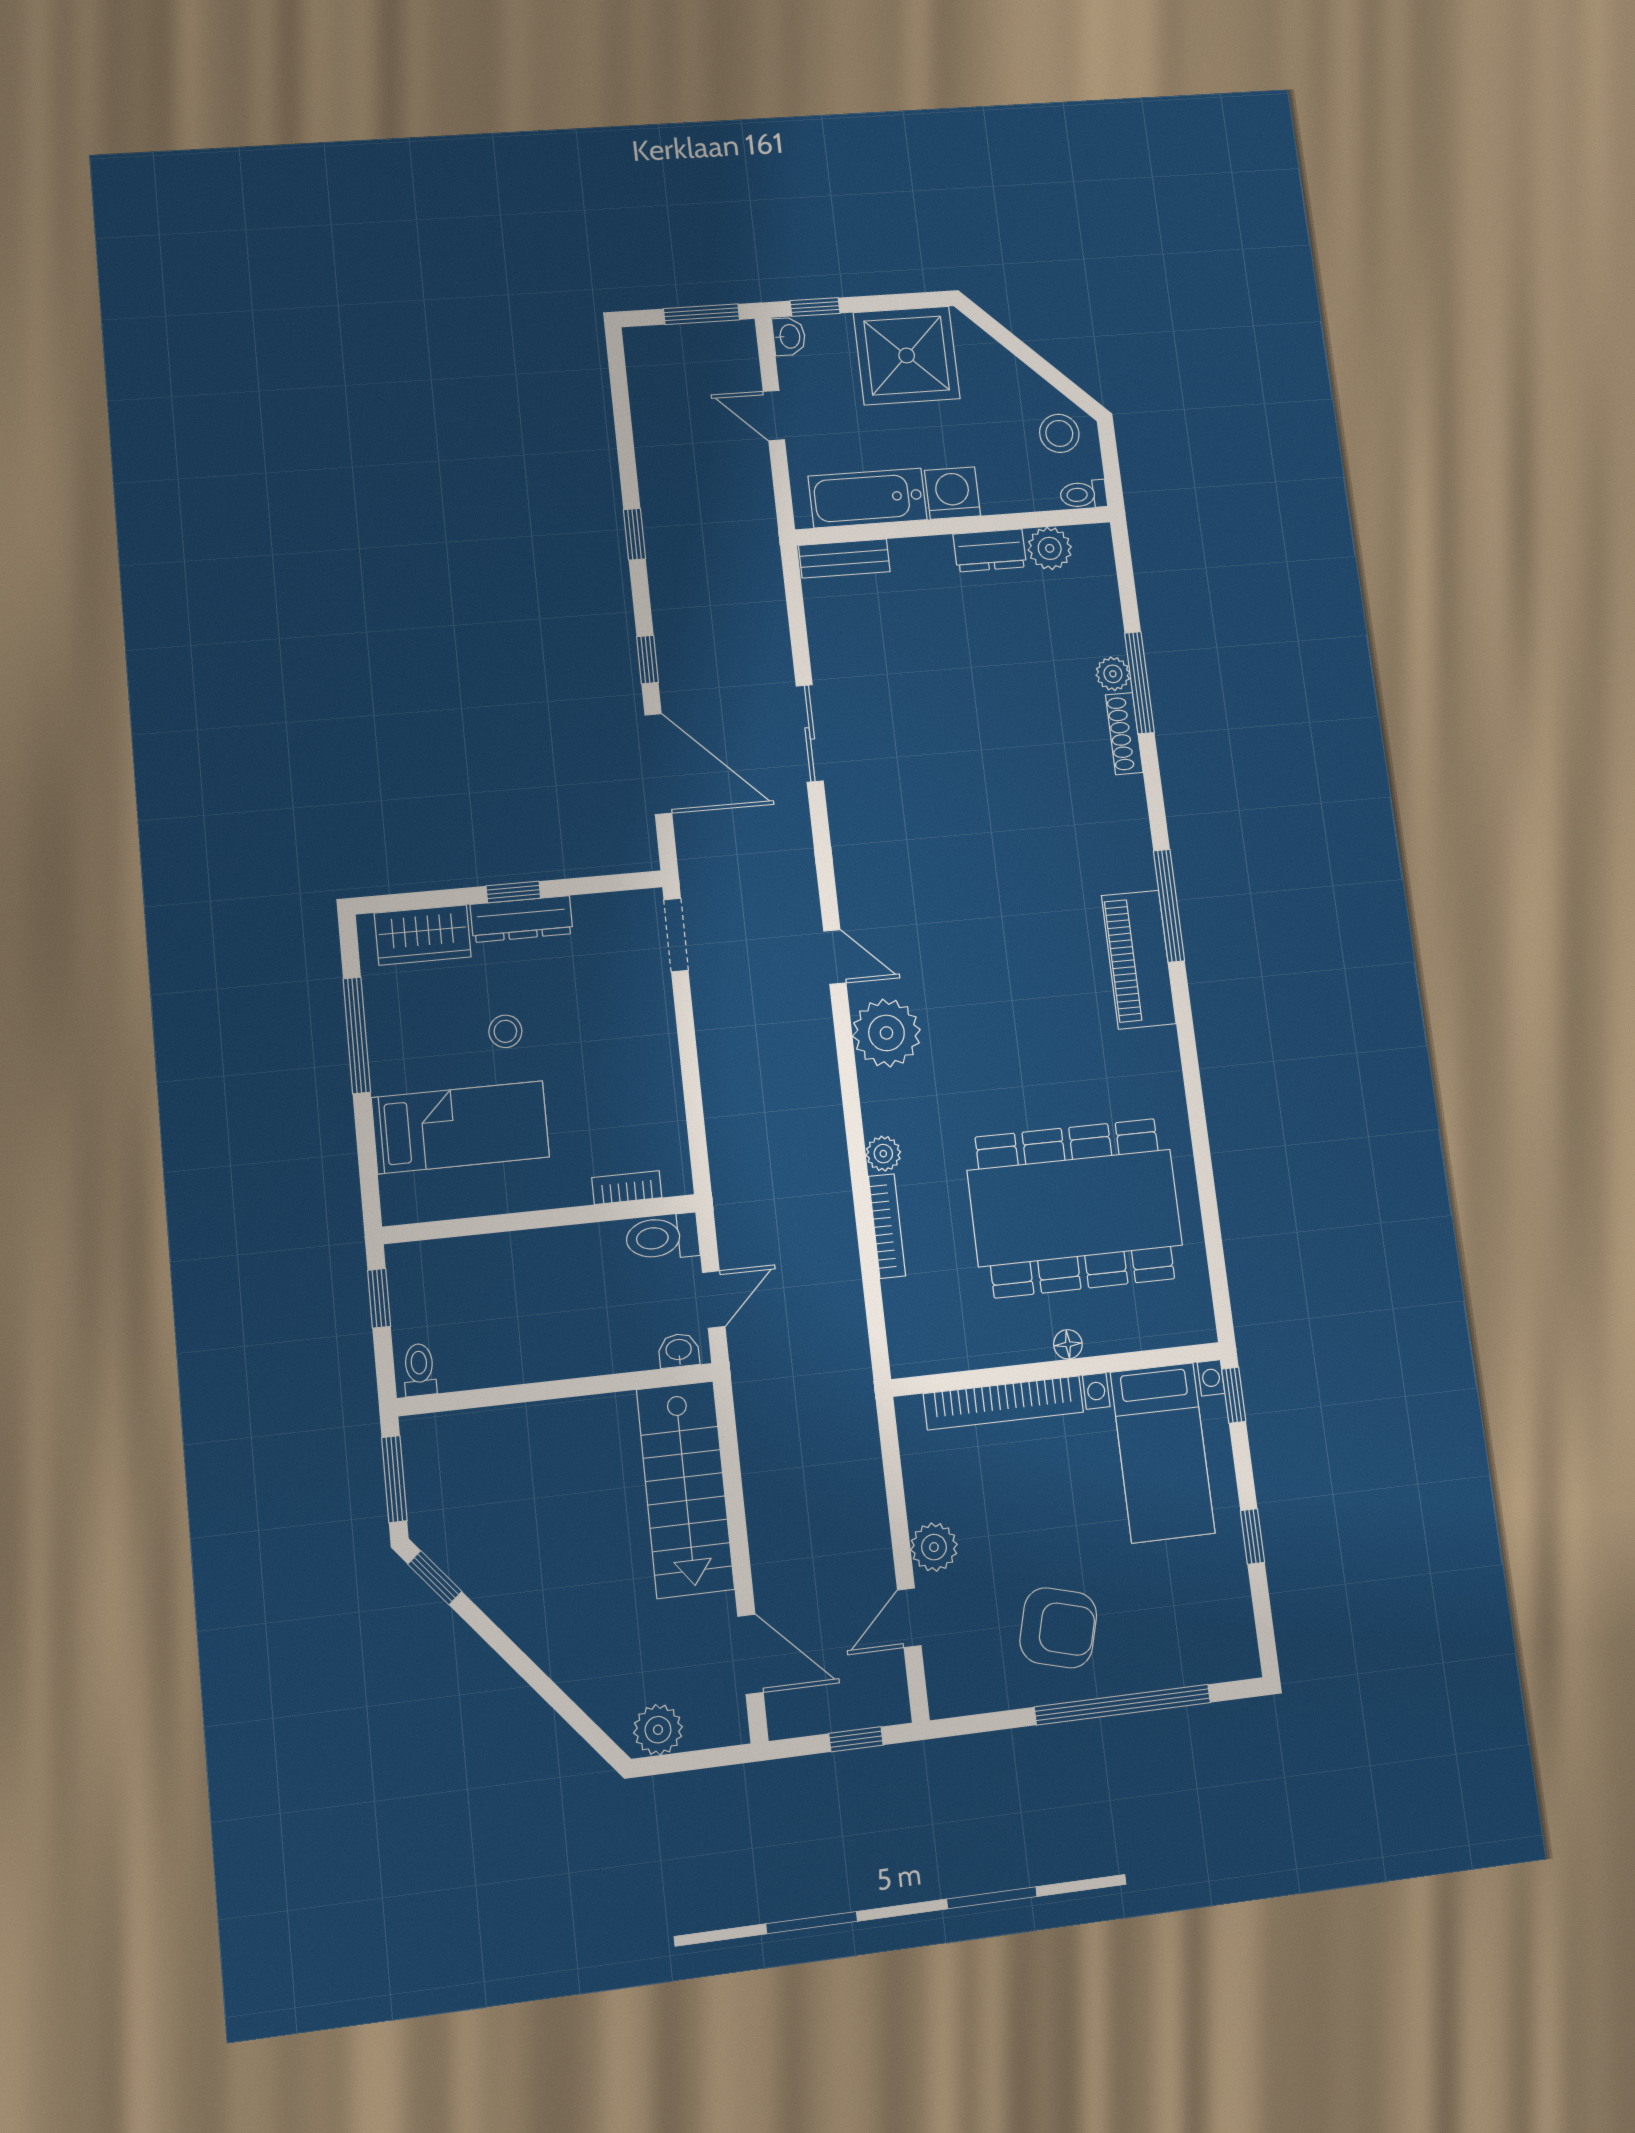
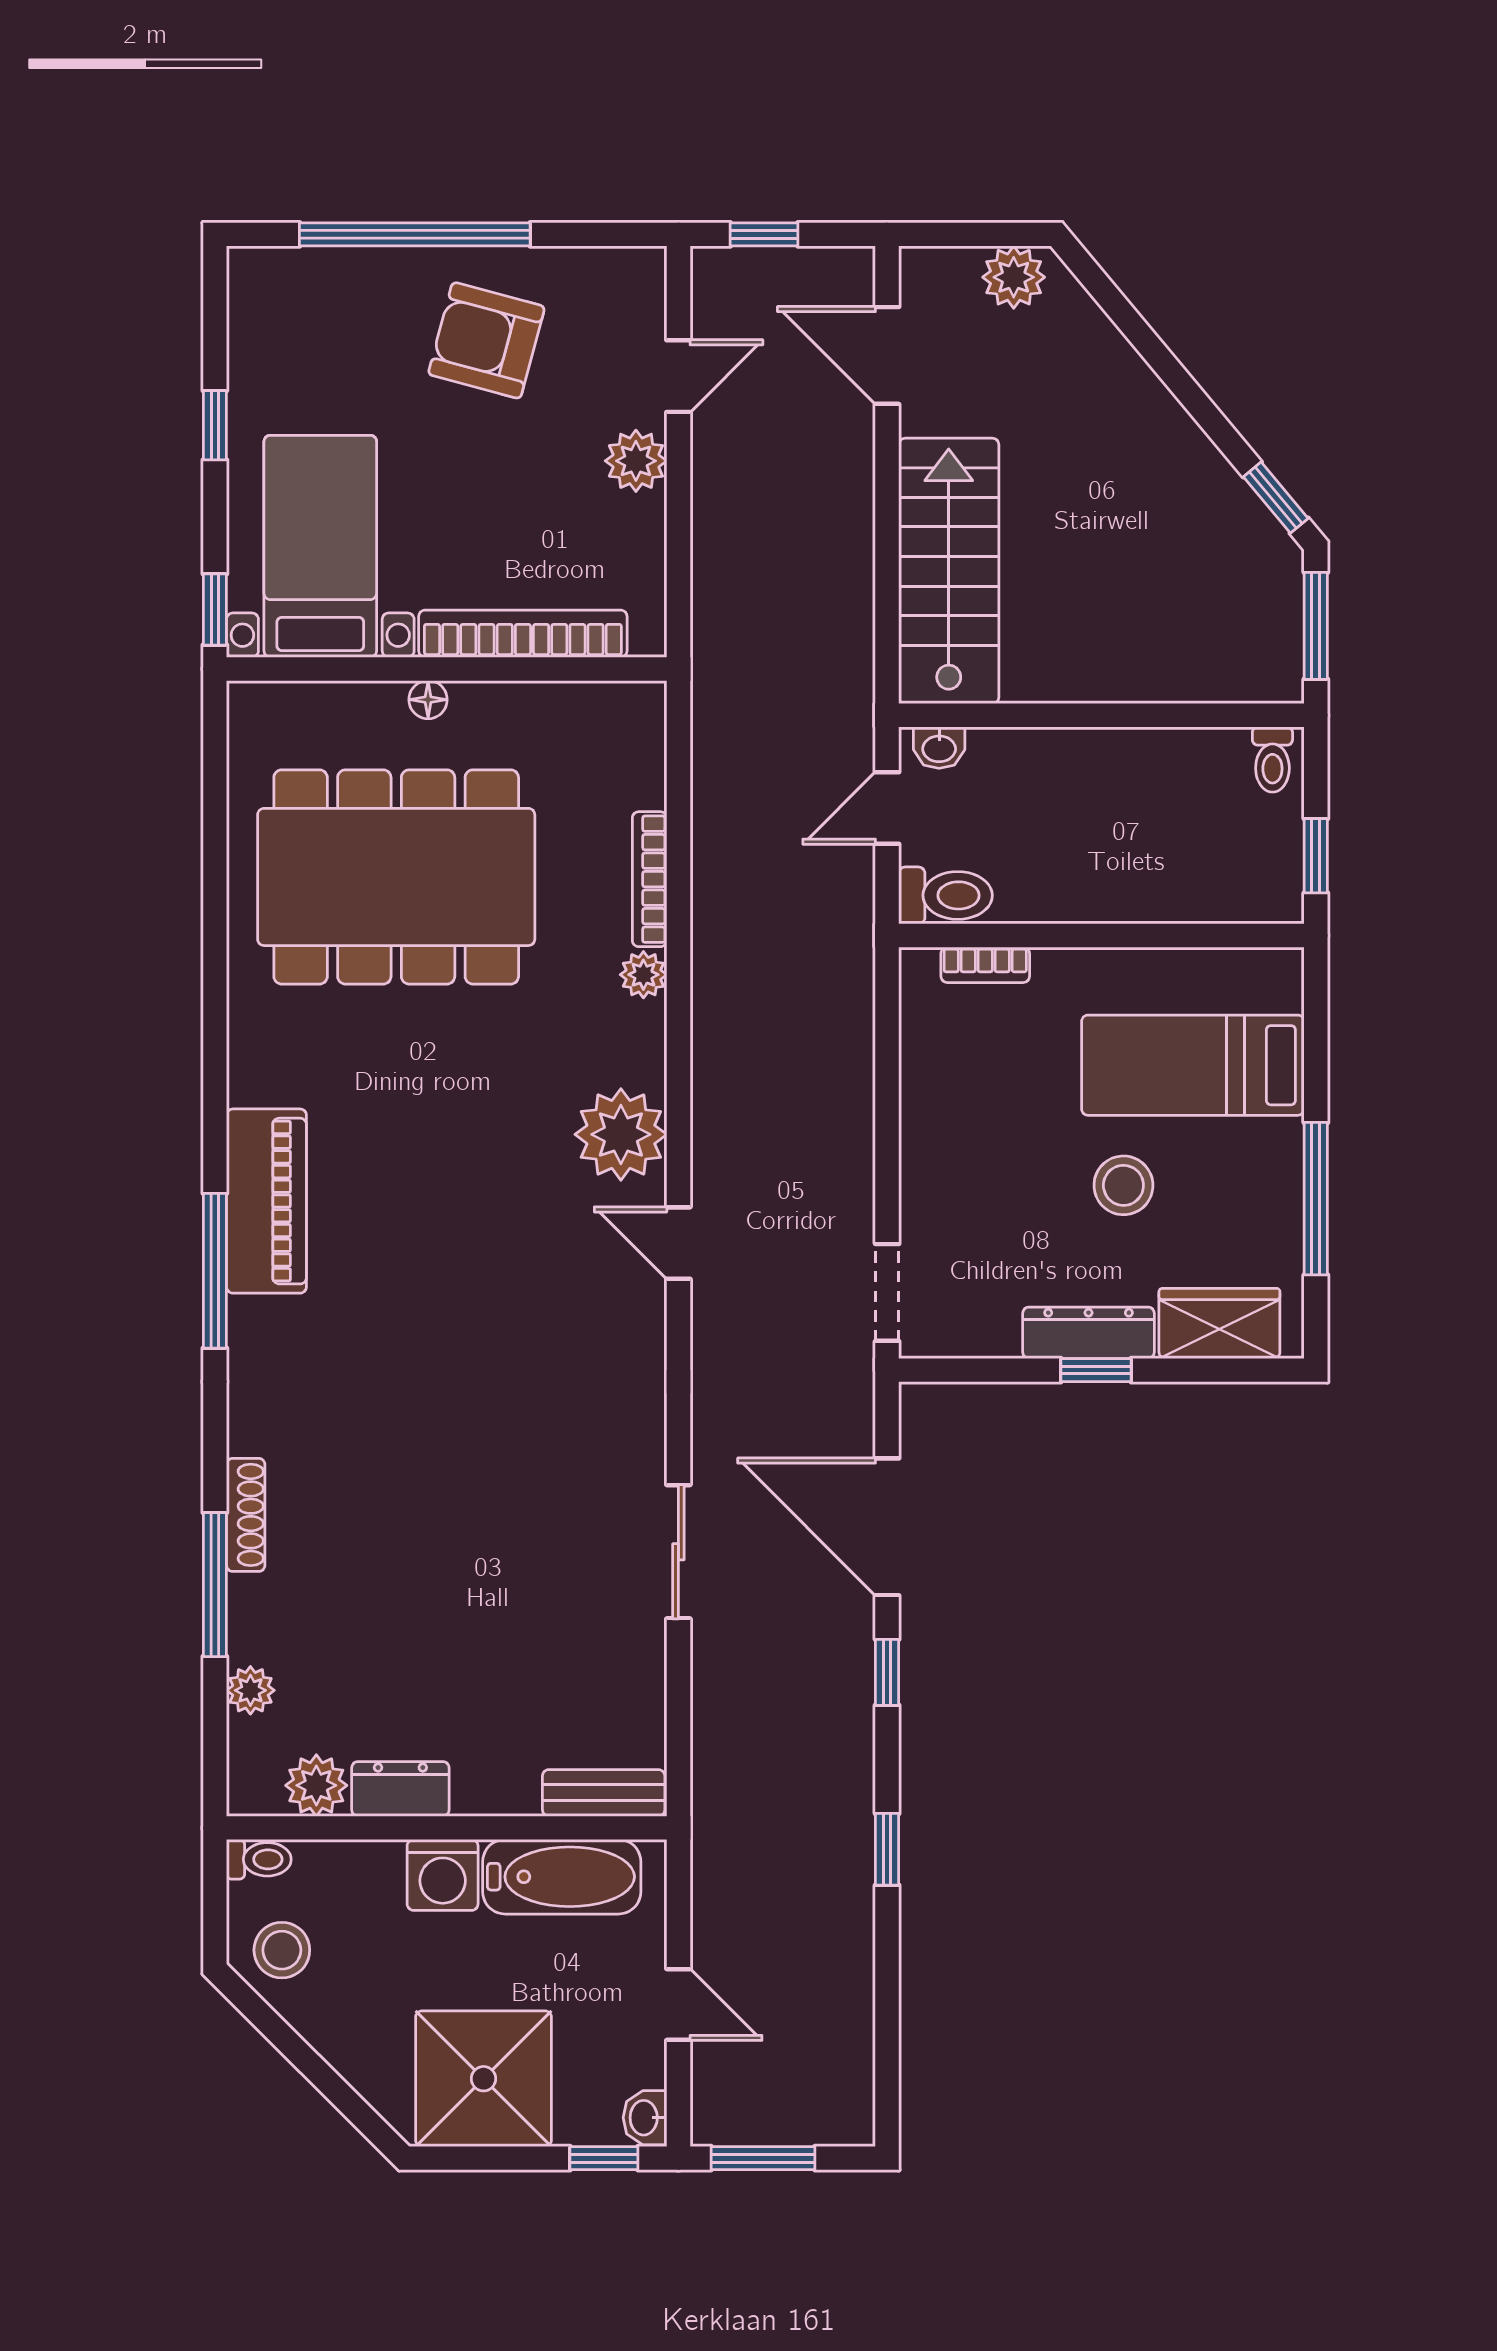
plant: (1113, 674) -> (250, 1690), moved
stool: (505, 1031) -> (1123, 1185), width x1.37, depth x1.37

